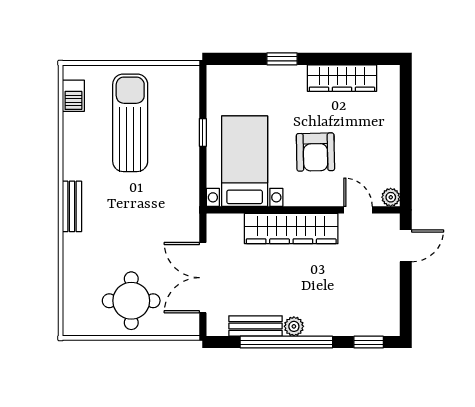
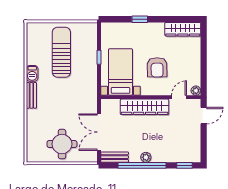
wardrobe: (342, 78) -> (183, 29), moved
barbecue: (73, 96) -> (32, 73), moved
door: (358, 210) -> (179, 97), hinge flipped
bench: (256, 326) -> (115, 157), moved

